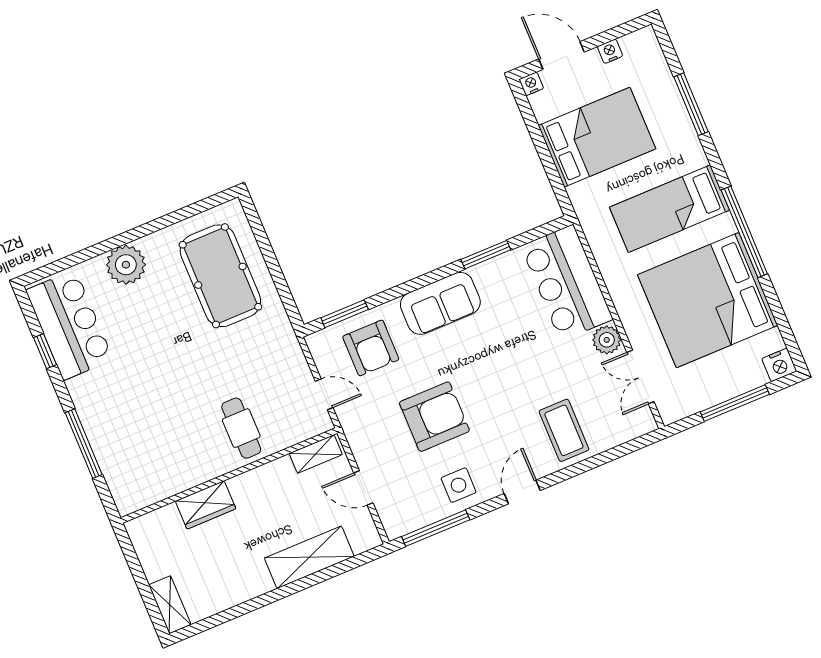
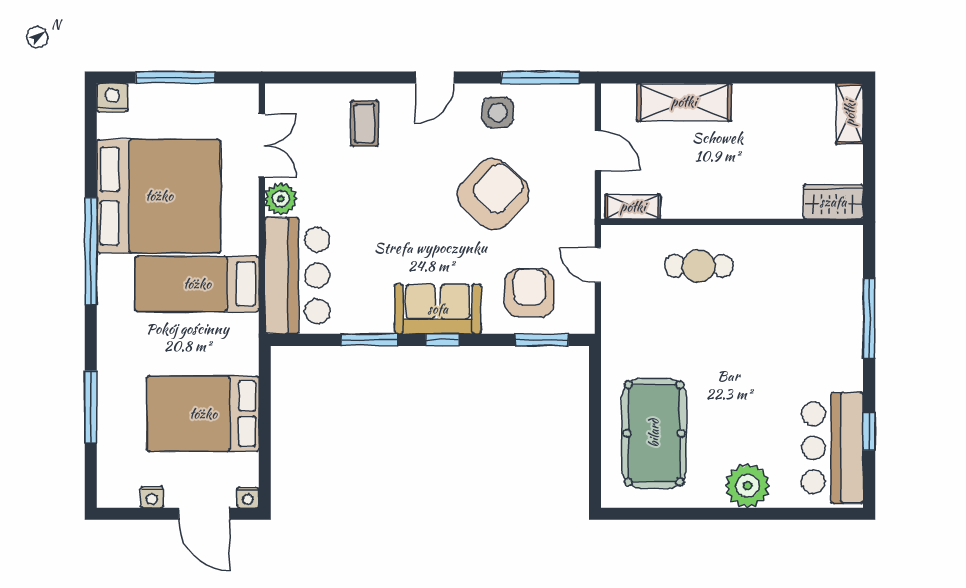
bed: (669, 209) -> (197, 284), moved, turned 180
window: (426, 280) -> (442, 340), added
armchair: (434, 417) -> (493, 194), turned 133
cafe table: (241, 428) -> (699, 266), turned 90
coffee table: (564, 430) -> (364, 123), width x0.73, depth x0.77
wardrobe: (206, 505) -> (833, 202), moved

